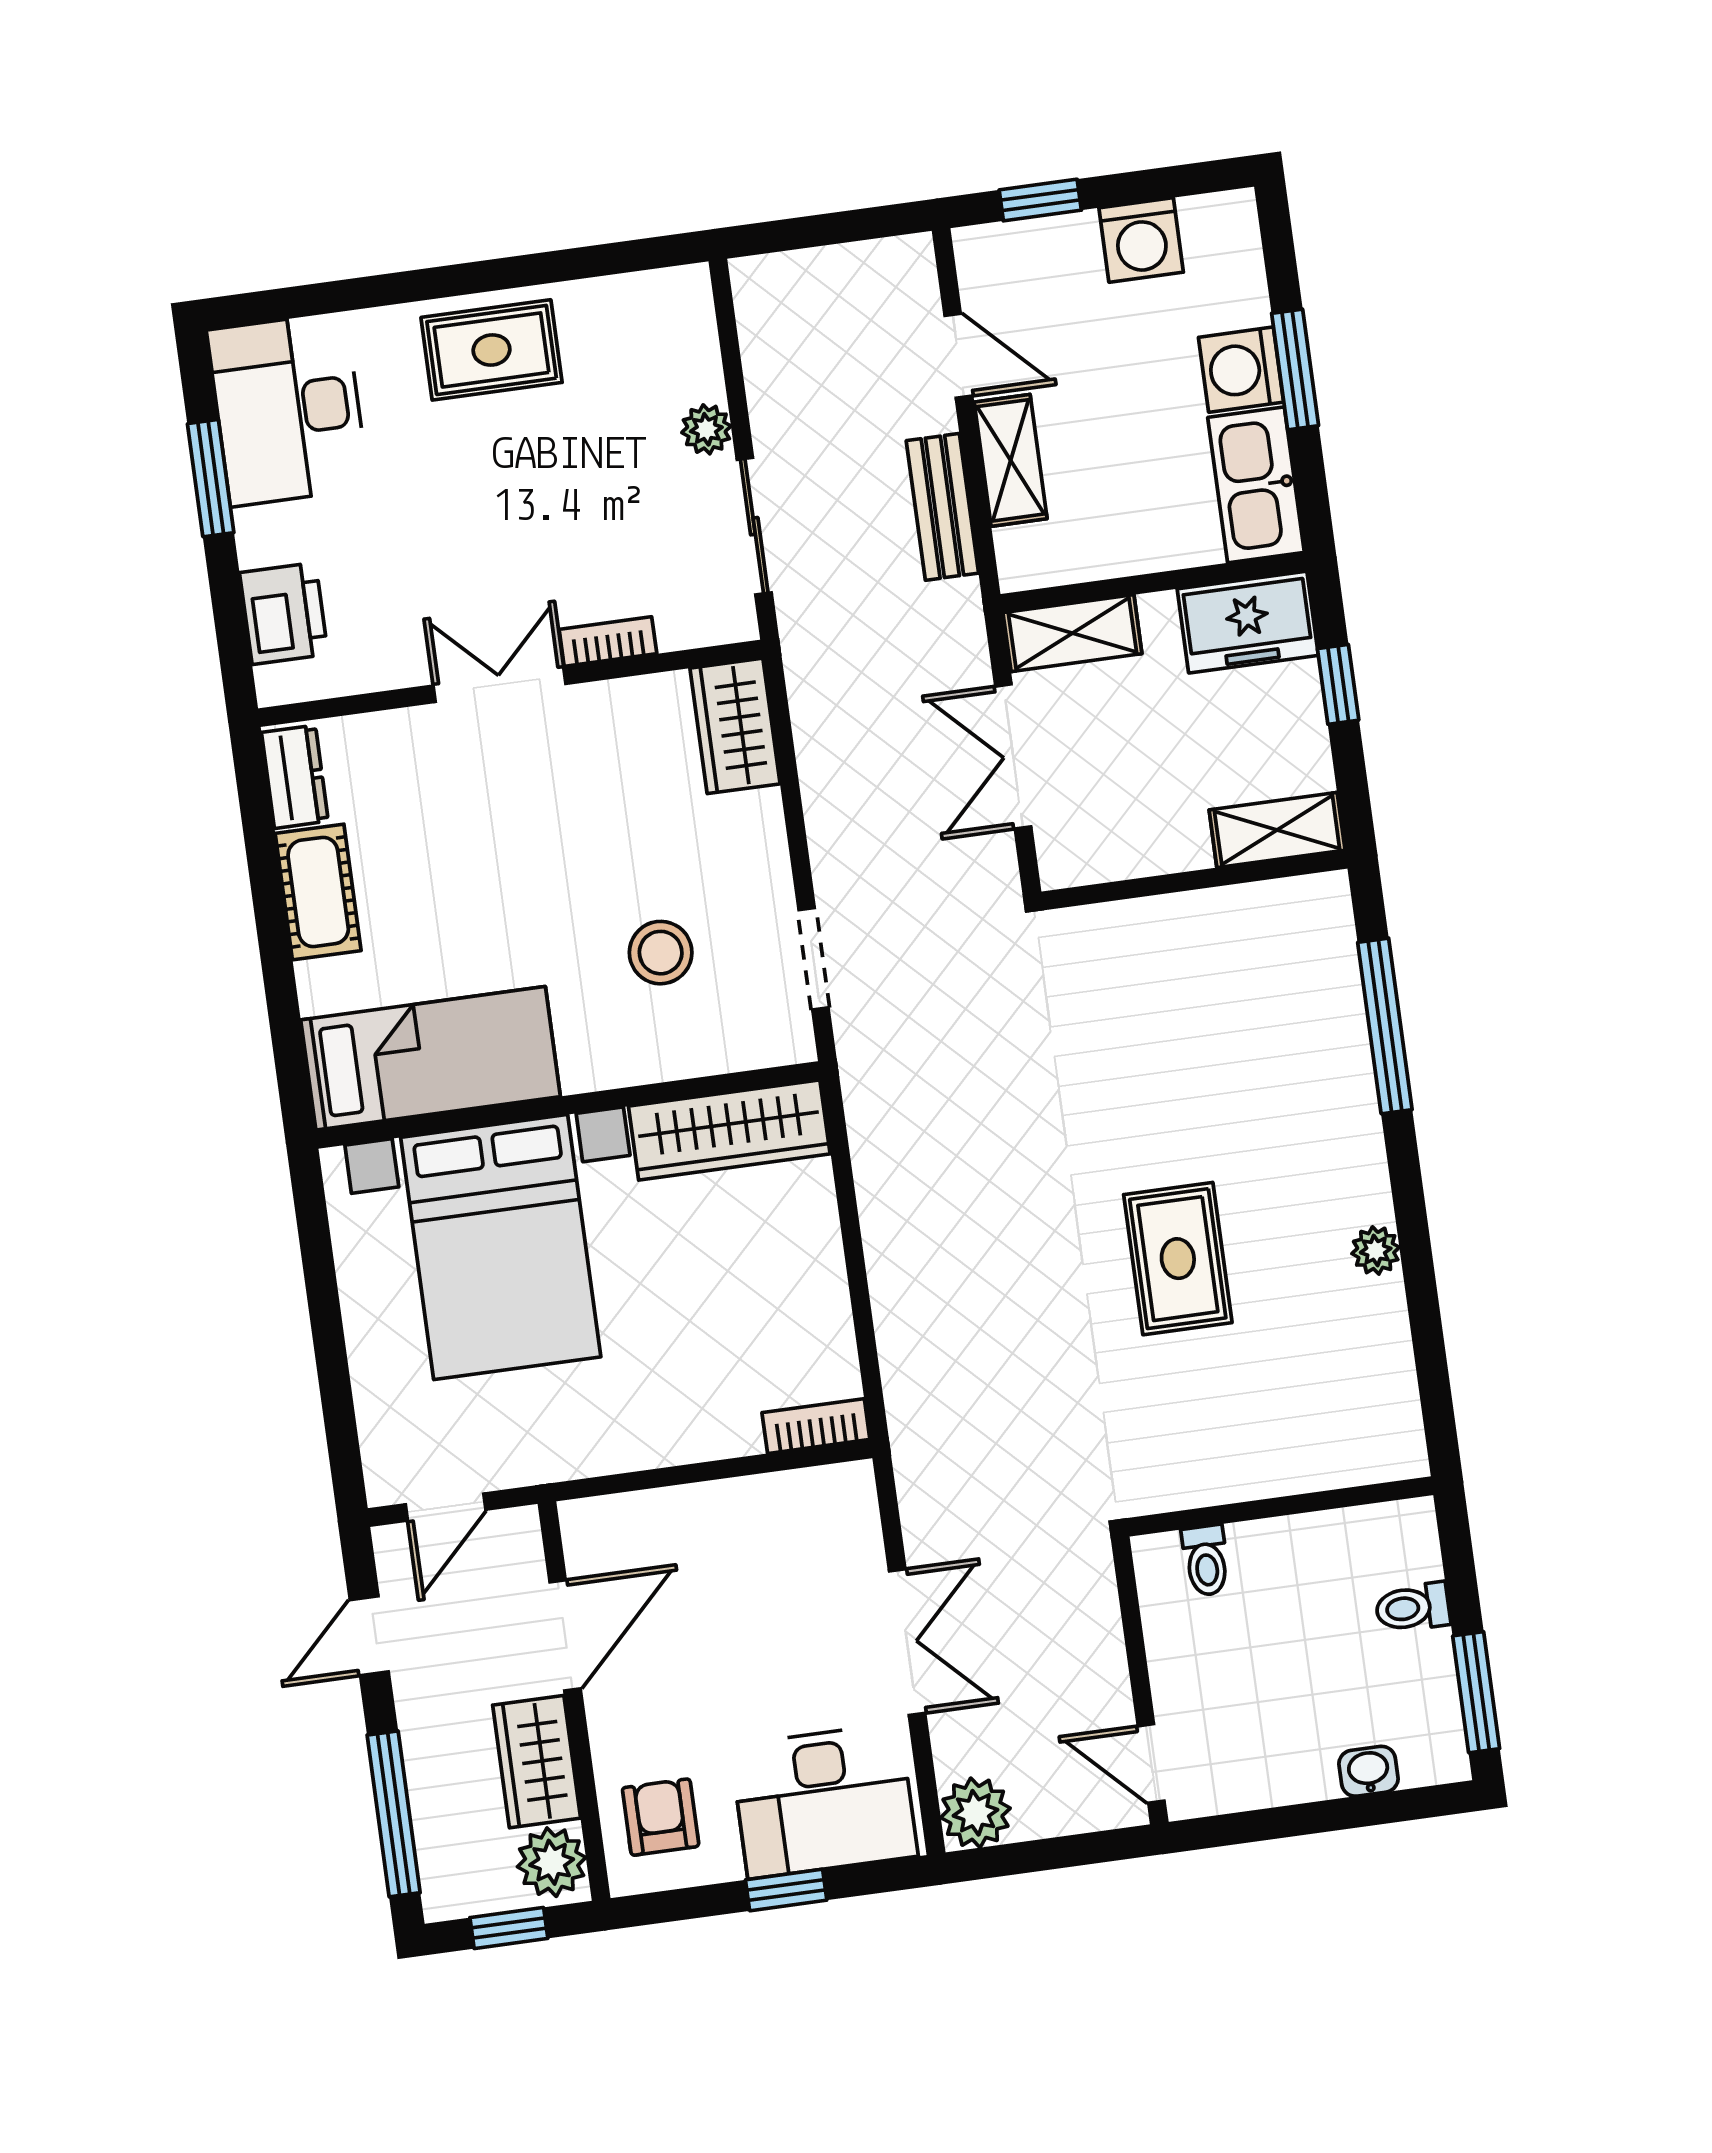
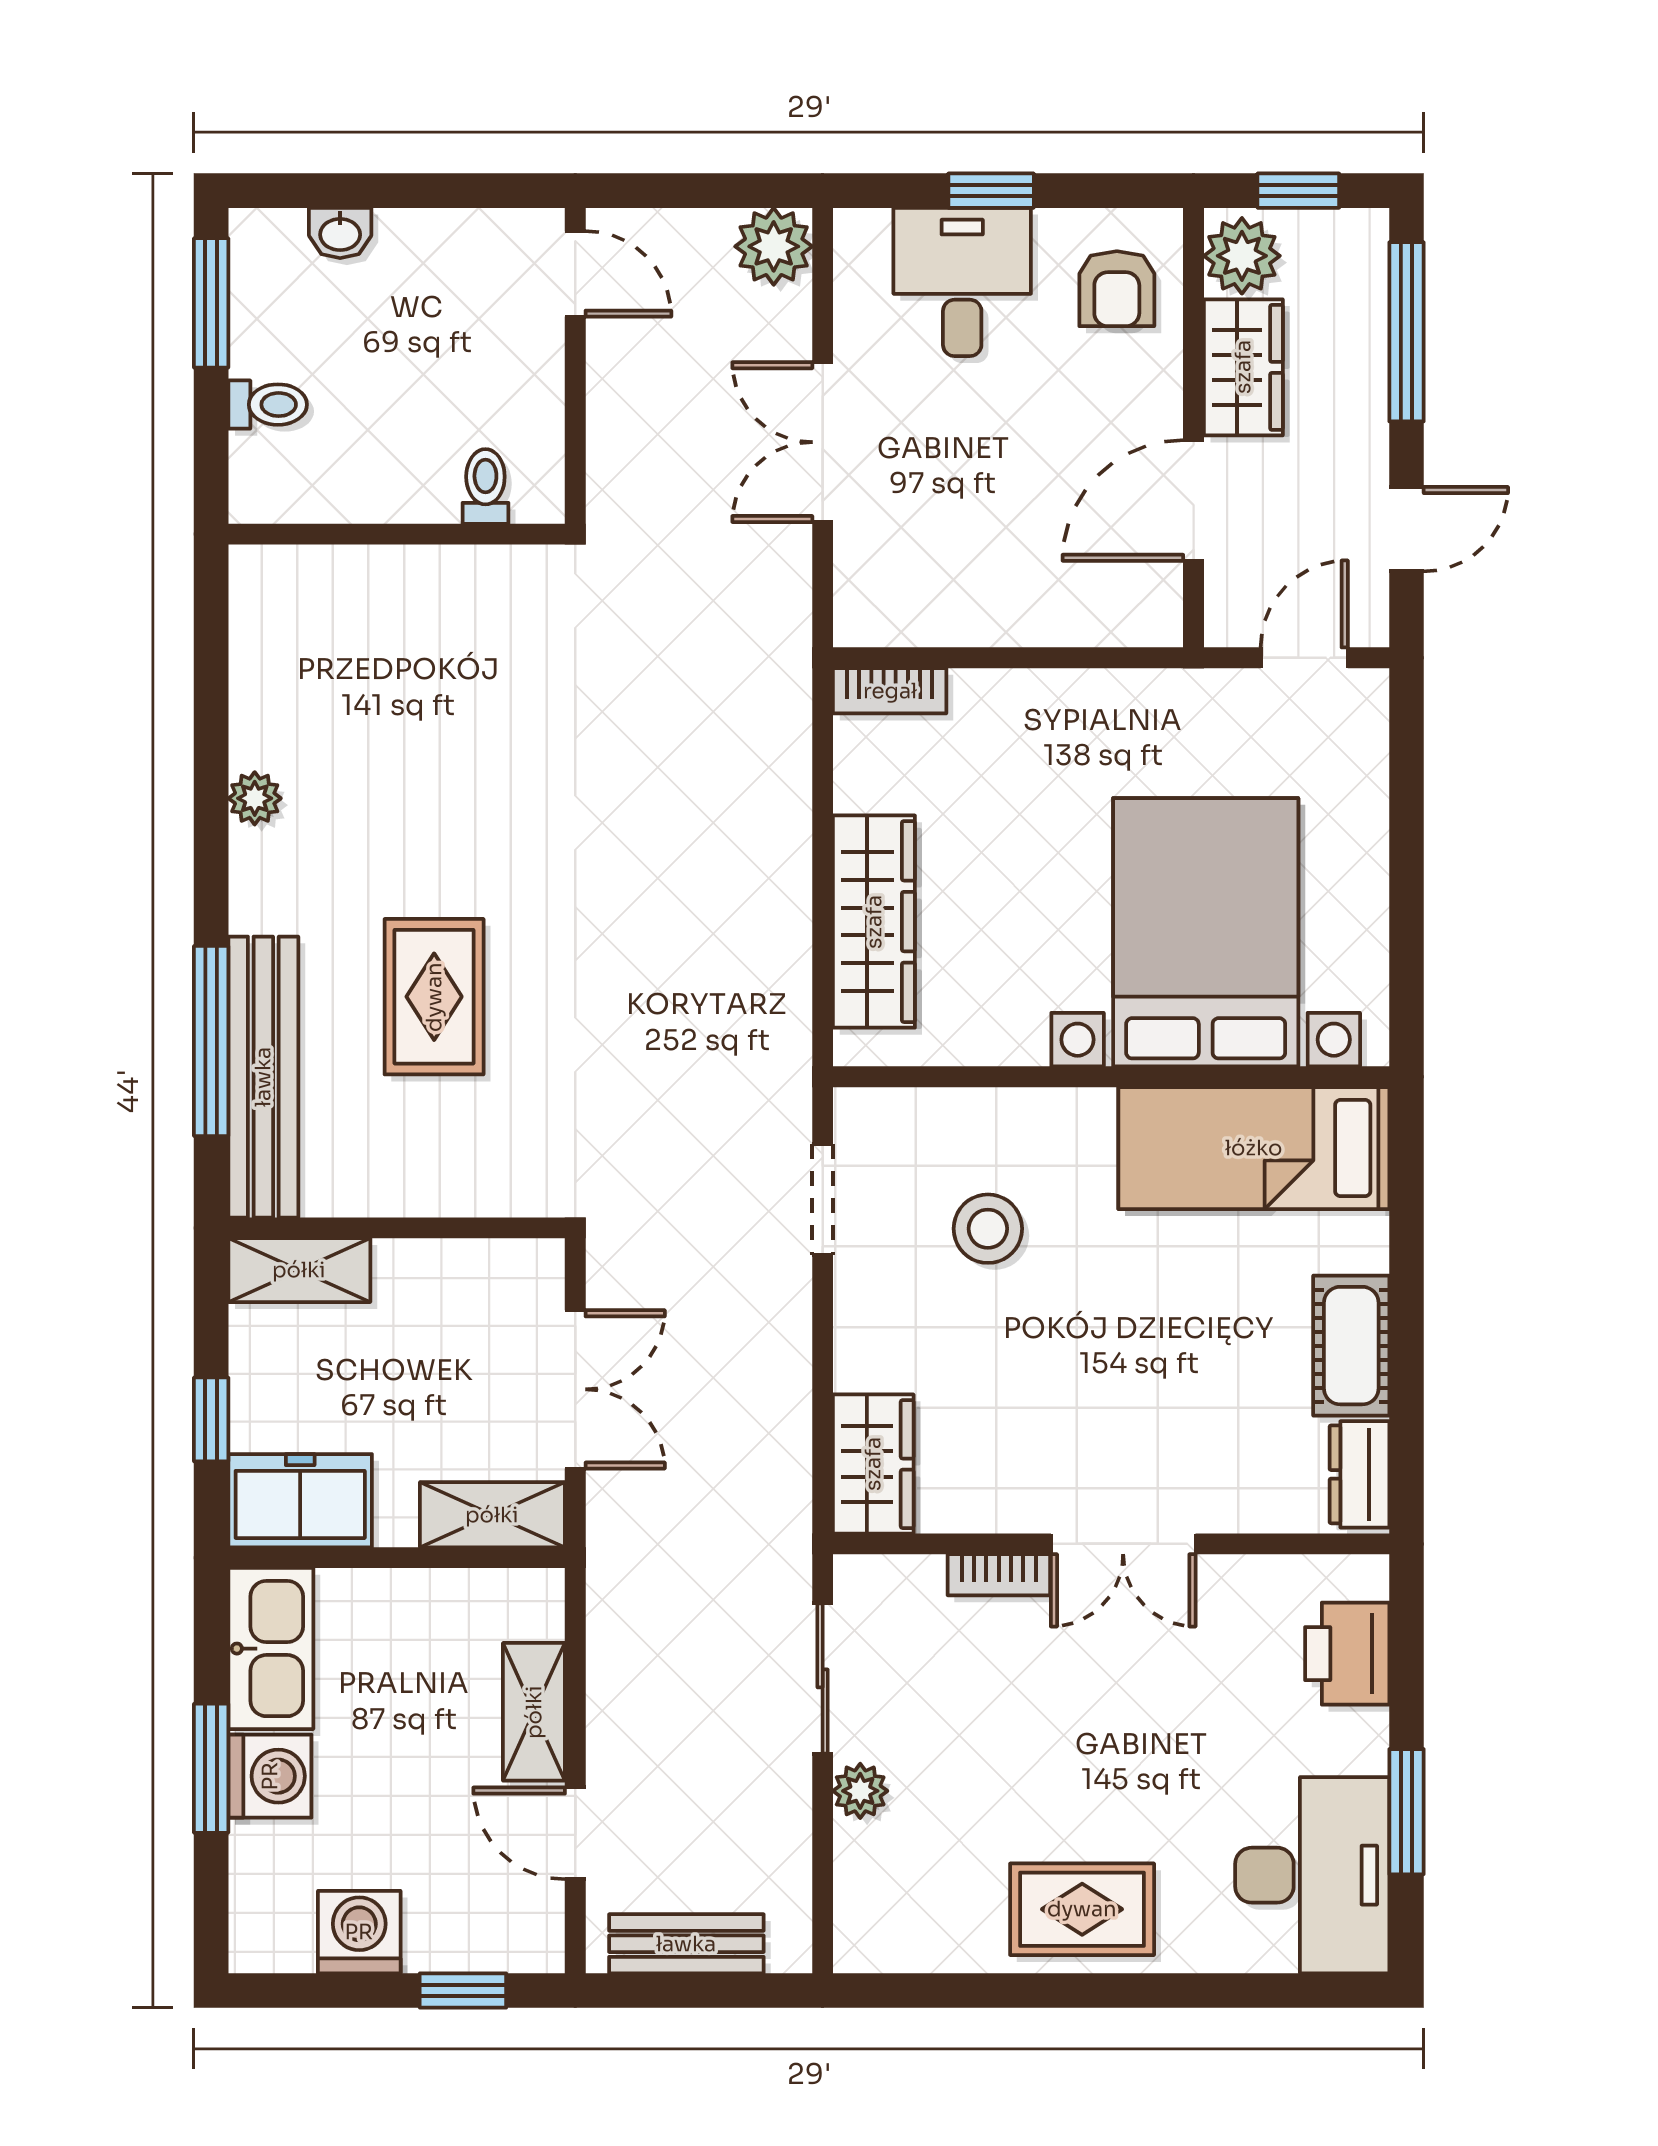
bench: (942, 507) -> (686, 1944), moved, turned 90
bench: (1333, 1000) -> (263, 1077), added
wardrobe: (729, 1130) -> (874, 922), moved, turned 90
rug: (1178, 1259) -> (434, 997), moved
desk: (824, 1801) -> (962, 282), width x0.73

